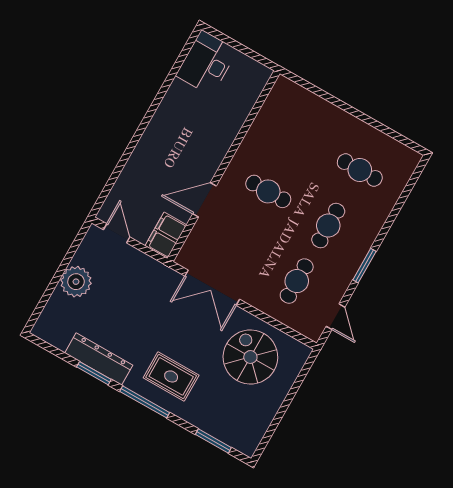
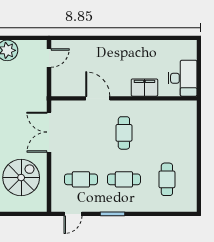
desk: (207, 63) -> (183, 78), moved, turned 90
filing cabinet: (166, 235) -> (144, 88), moved

